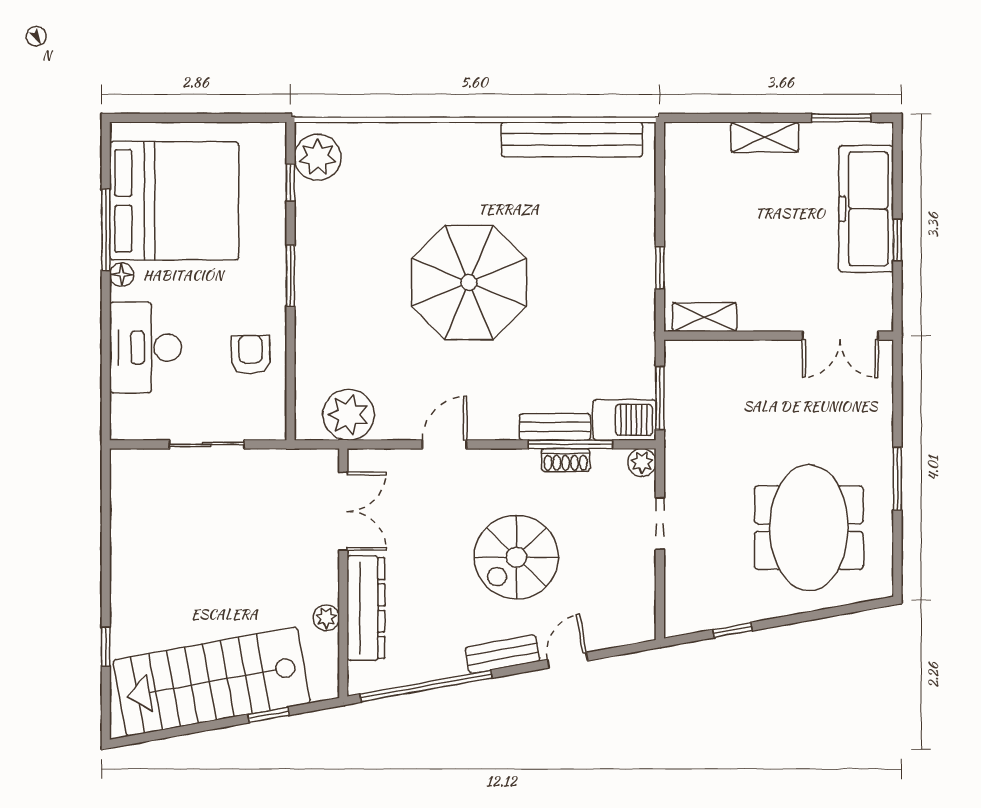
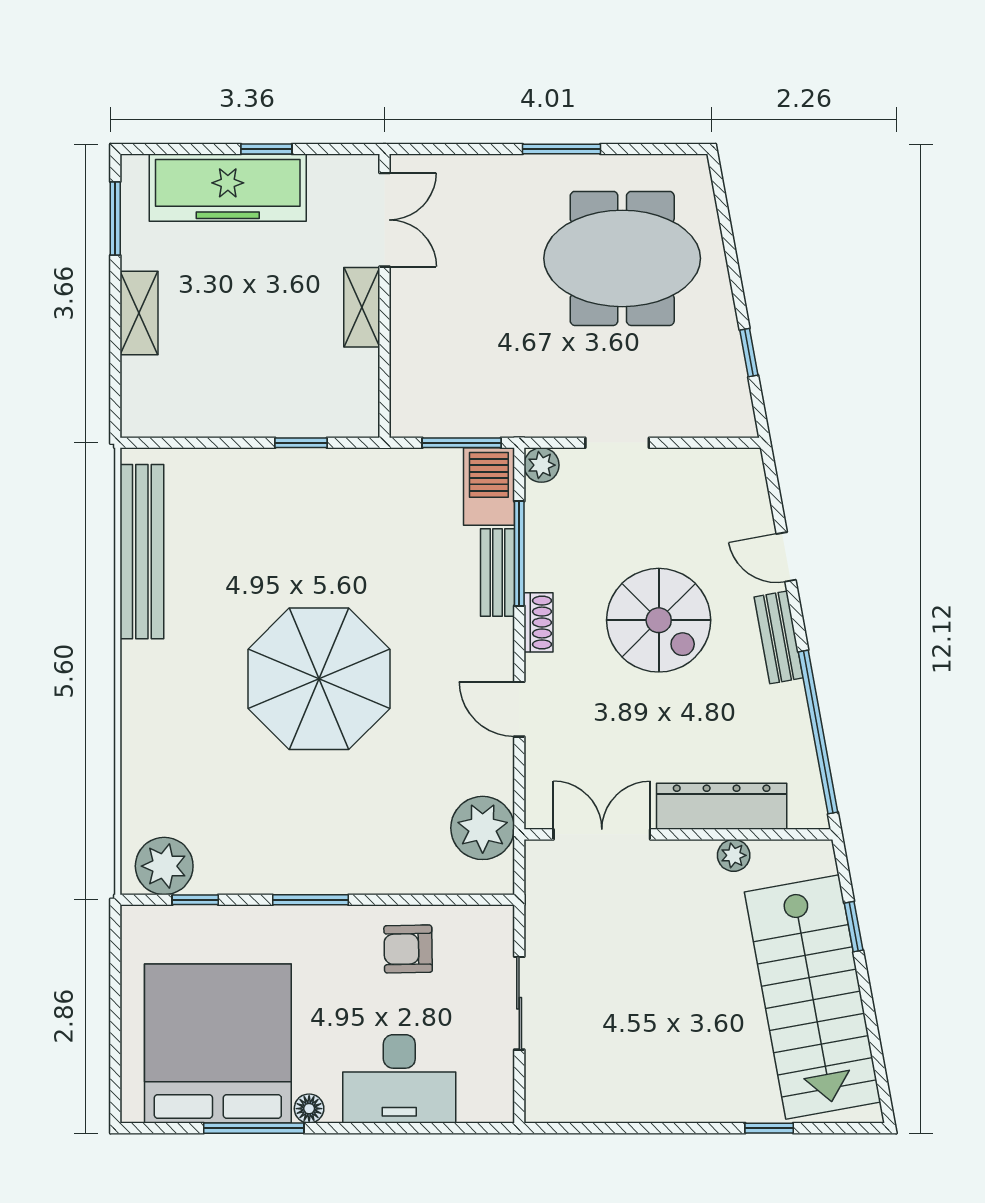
shelving: (704, 317) -> (362, 307), moved
shoe rack: (566, 460) -> (539, 622), moved

